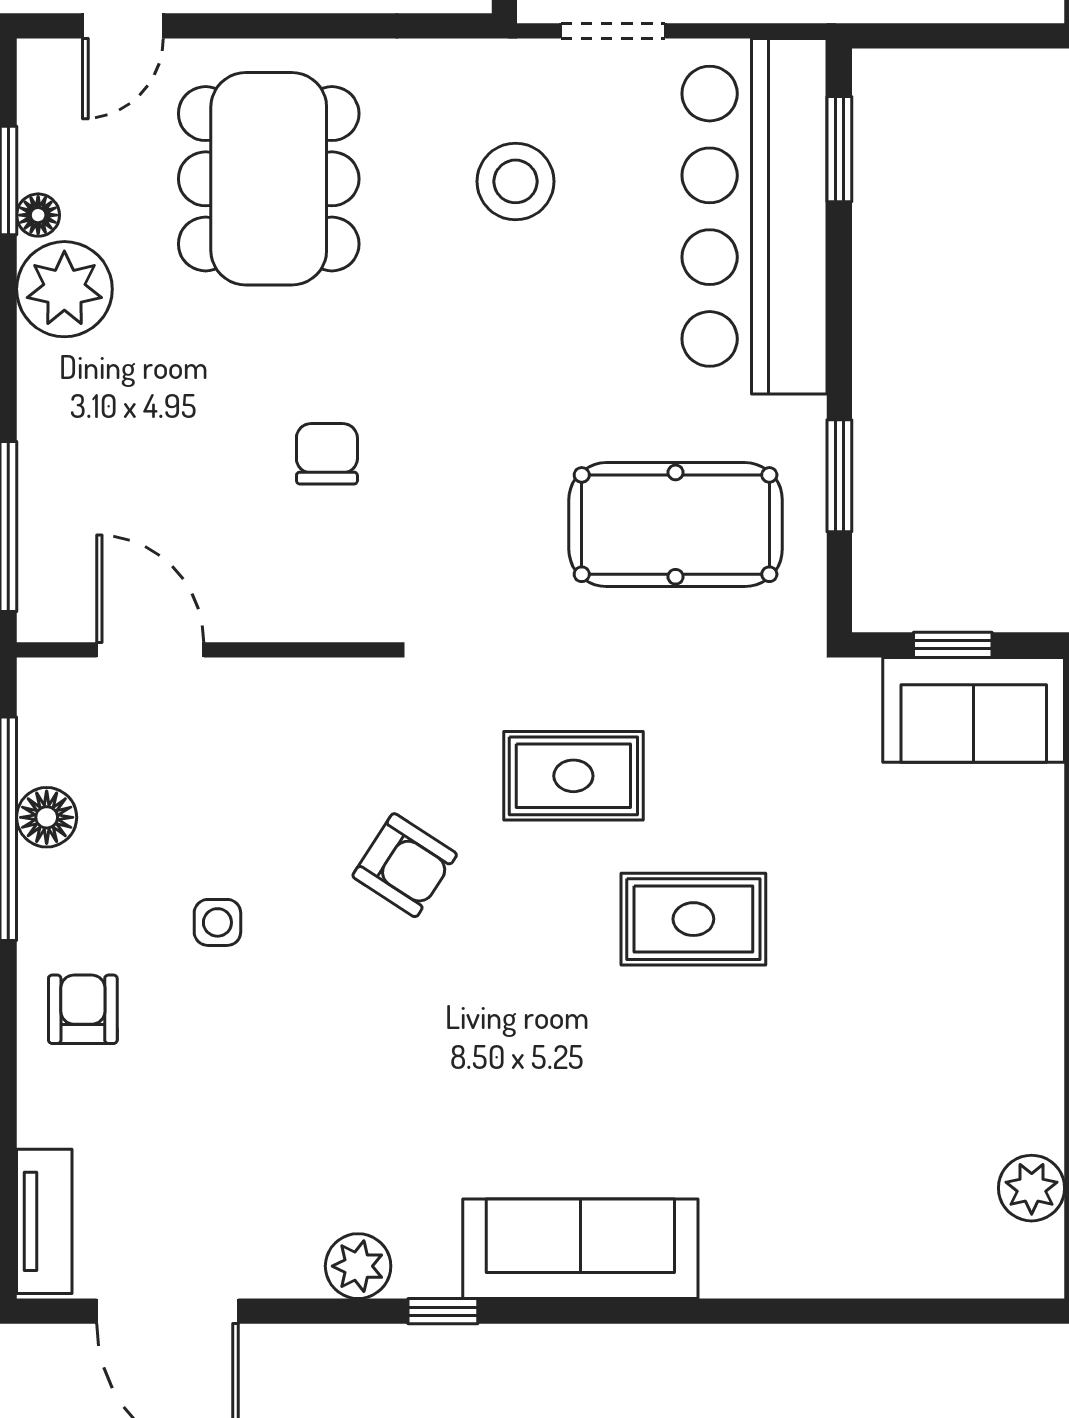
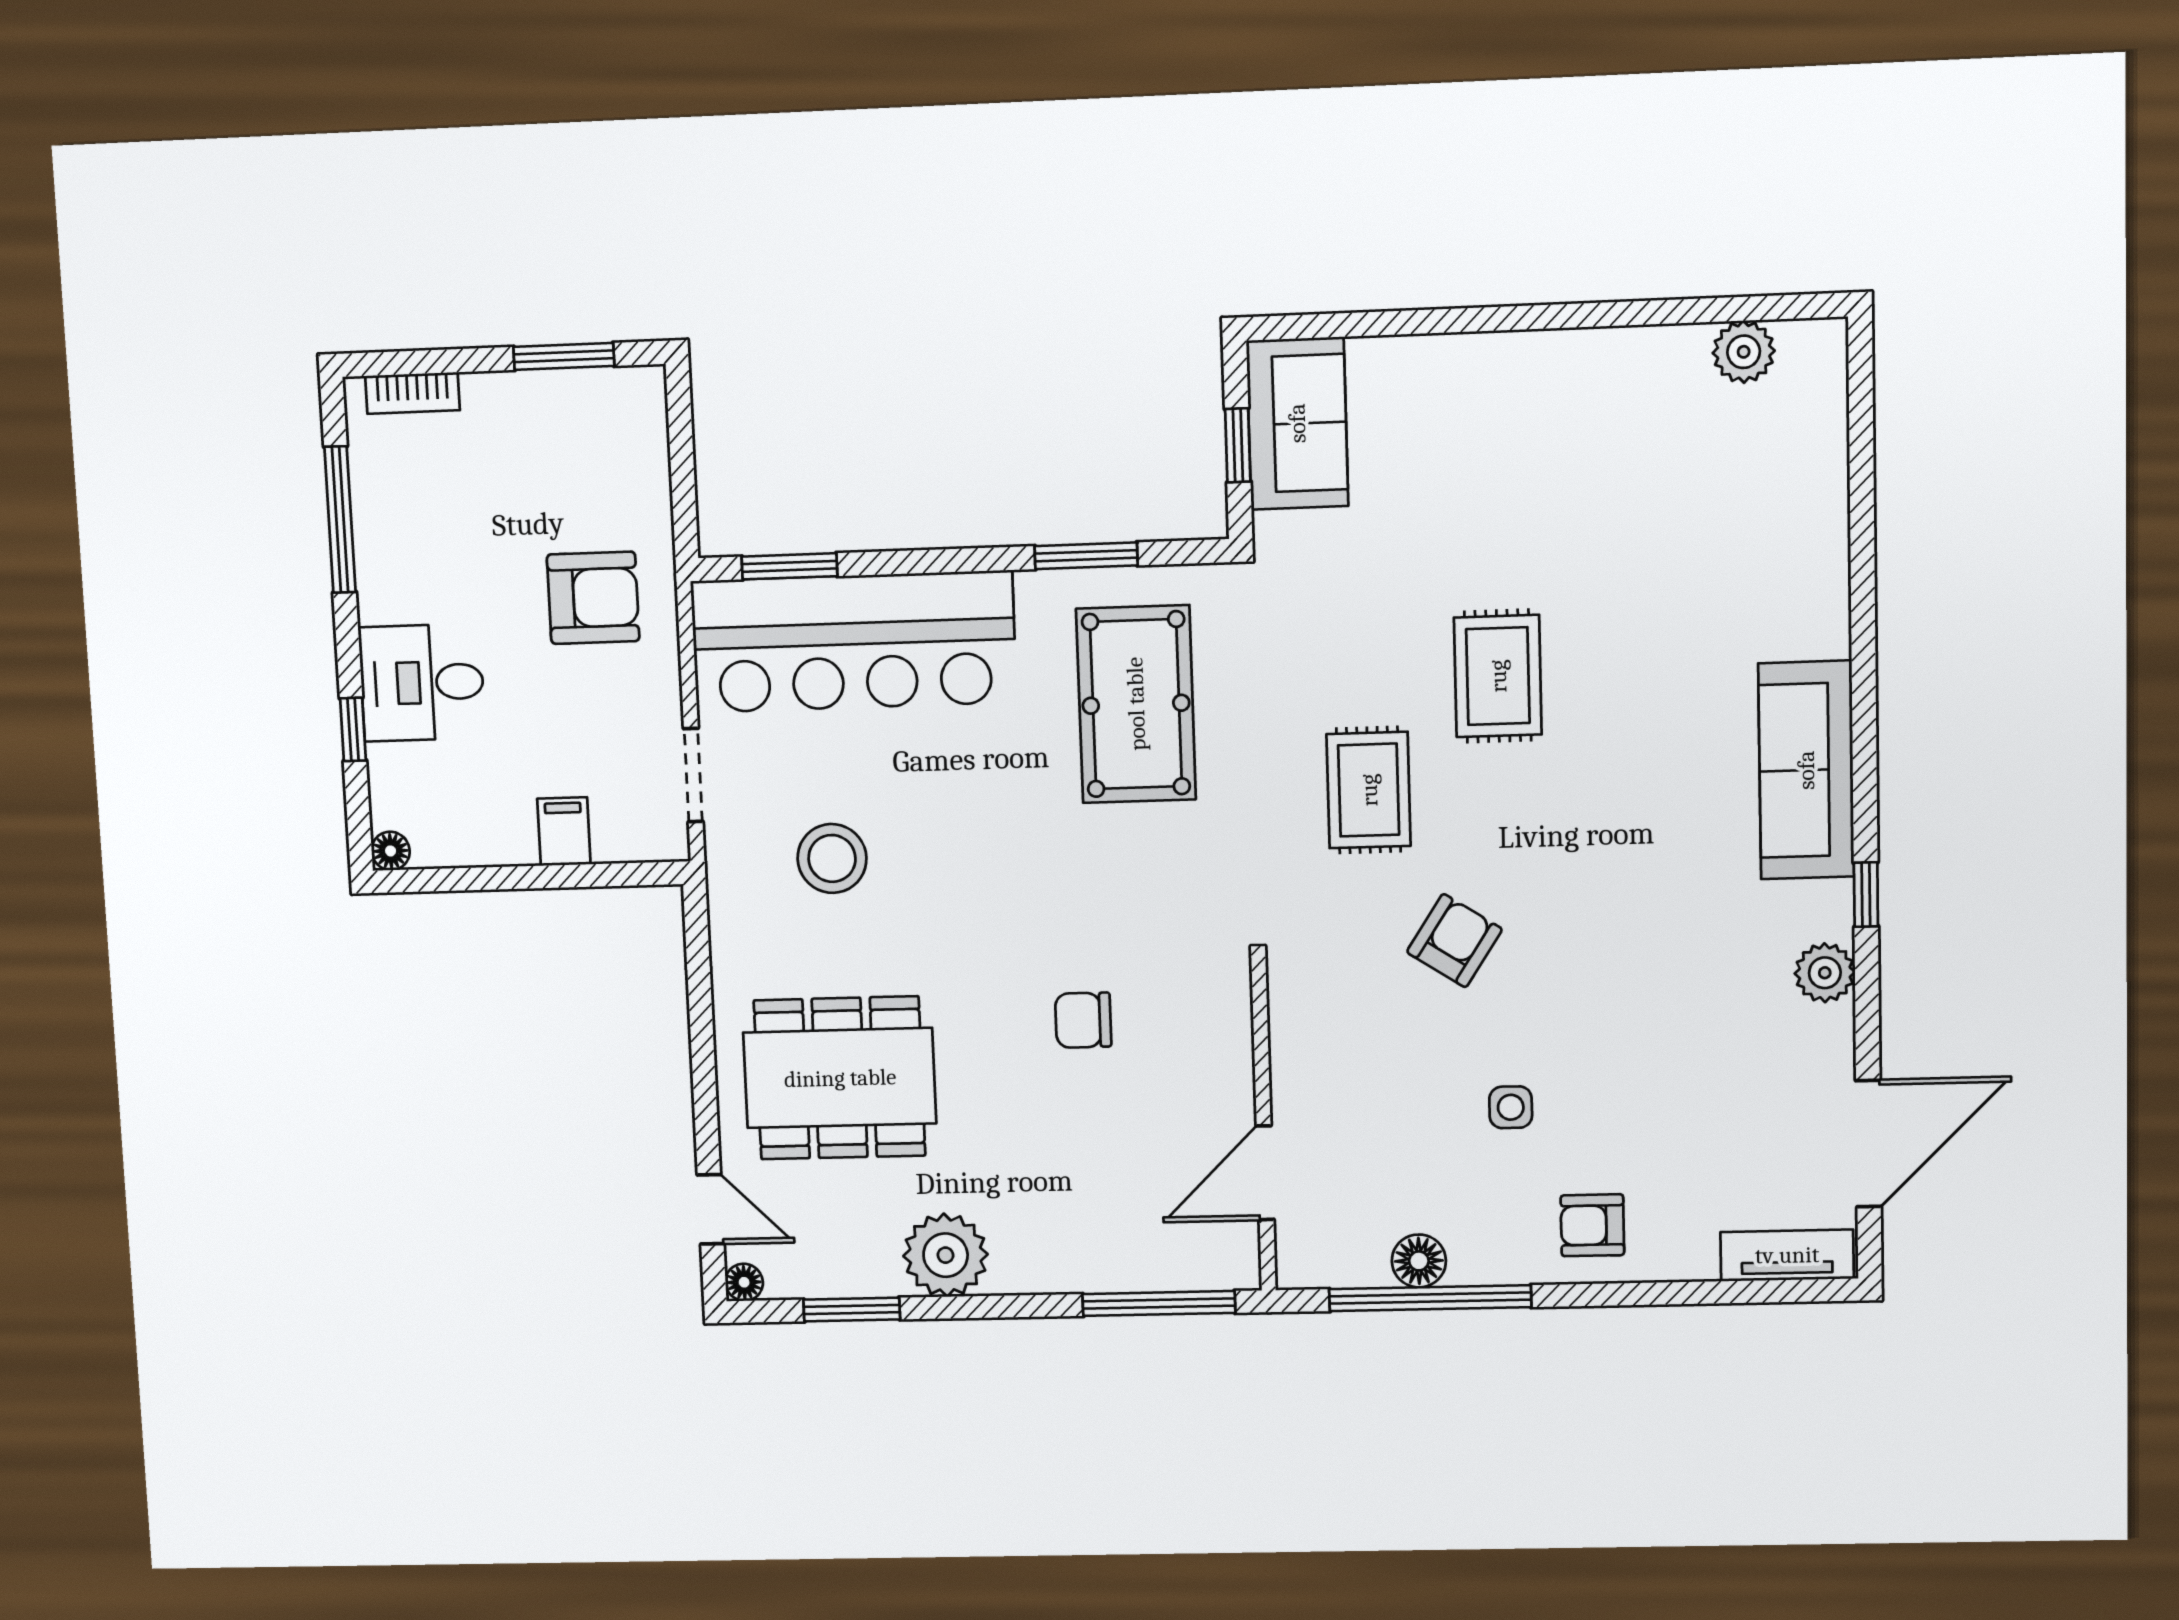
floor lamp: (38, 215) -> (744, 1282), moved

